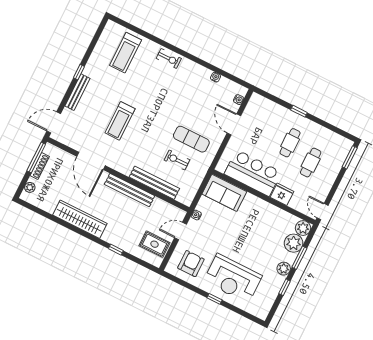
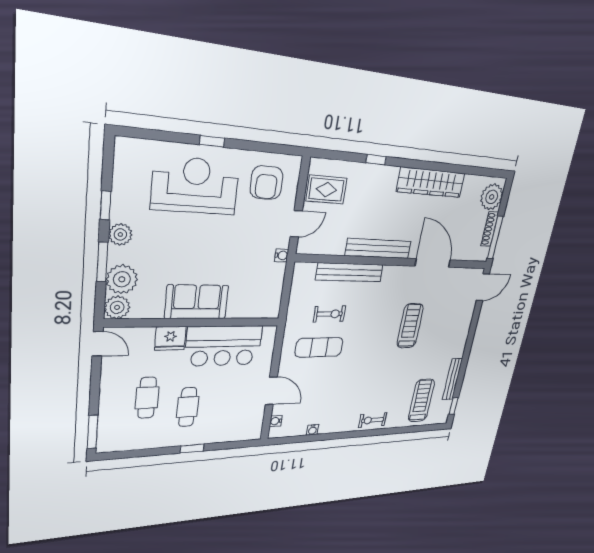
window: (79, 72) -> (453, 406), moved
bench: (77, 92) -> (452, 379), moved
plant: (30, 187) -> (492, 197), width x1.88, depth x1.88
sofa: (224, 193) -> (197, 302), moved

